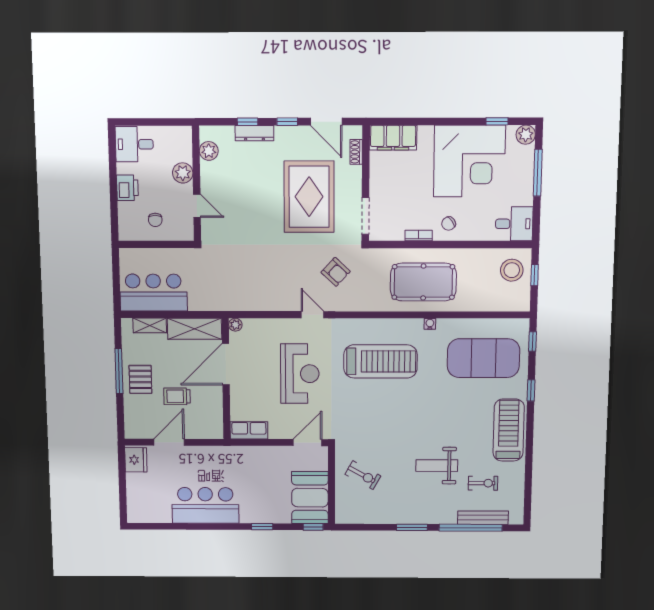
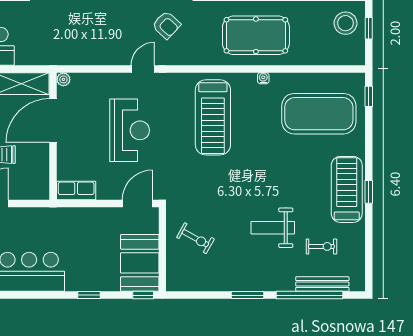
door: (312, 315) -> (143, 69), hinge flipped
treadmill: (380, 361) -> (213, 117), turned 90
window: (531, 390) -> (369, 192), moved

